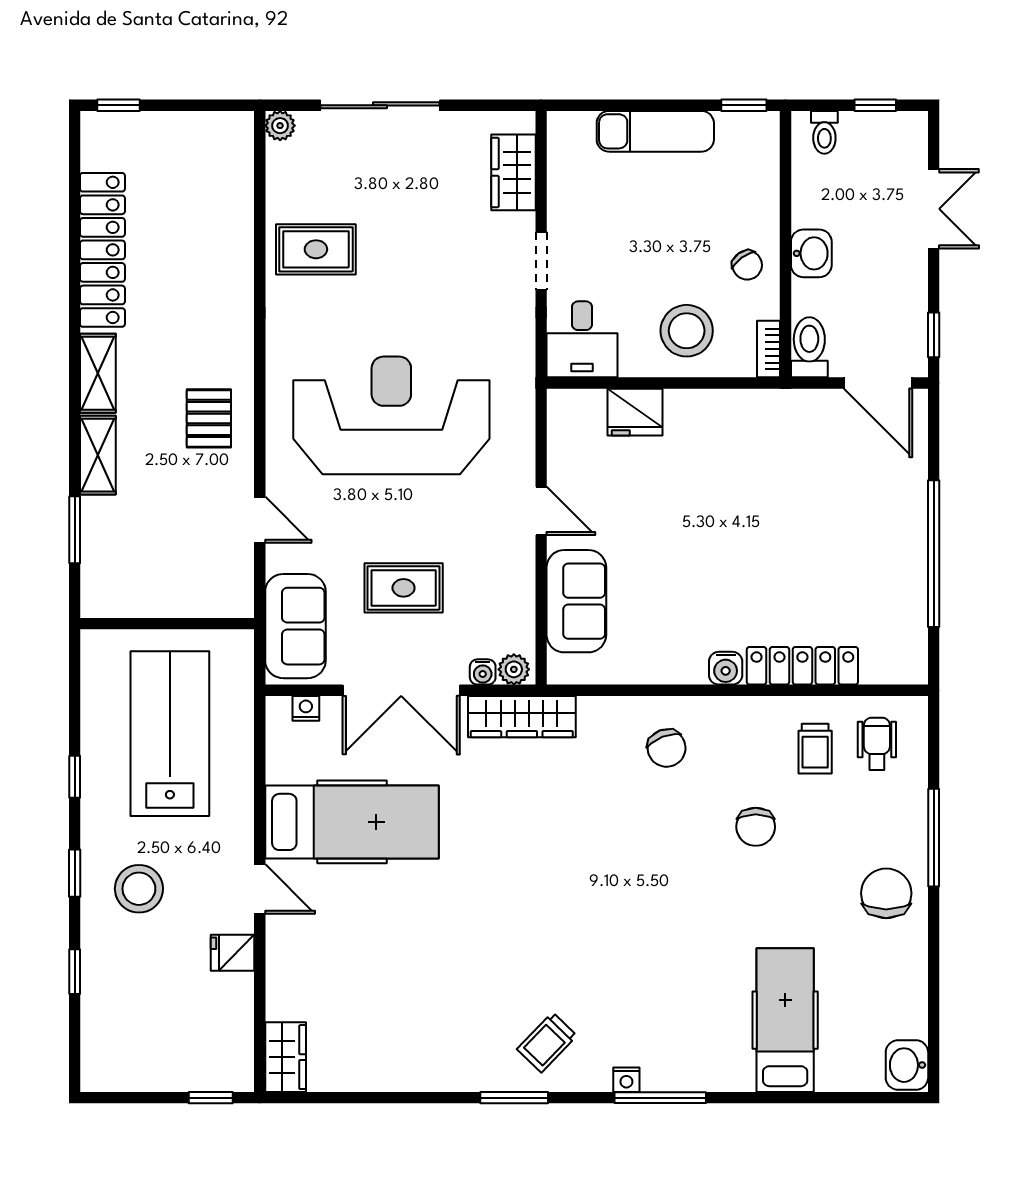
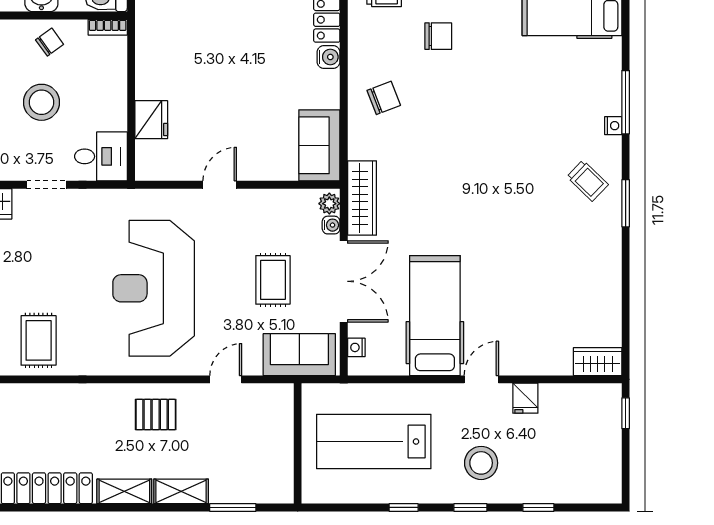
stool: (687, 331) -> (41, 102), moved
sofa: (576, 601) -> (319, 145), moved, turned -90

